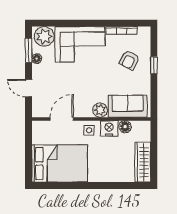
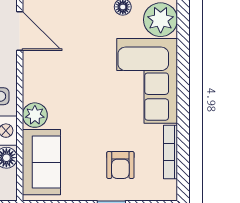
armchair: (129, 60) -> (120, 165), turned -118
door: (62, 119) -> (20, 31), moved

